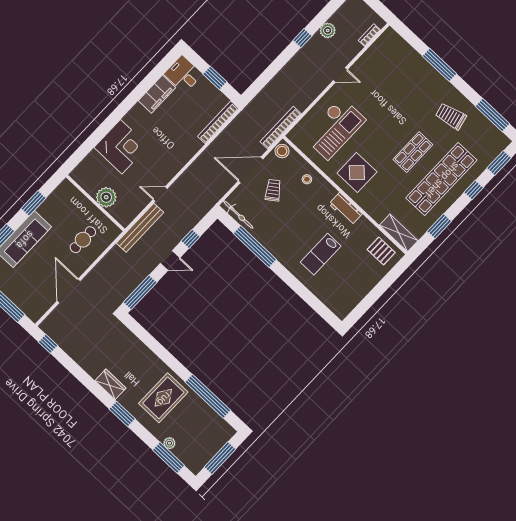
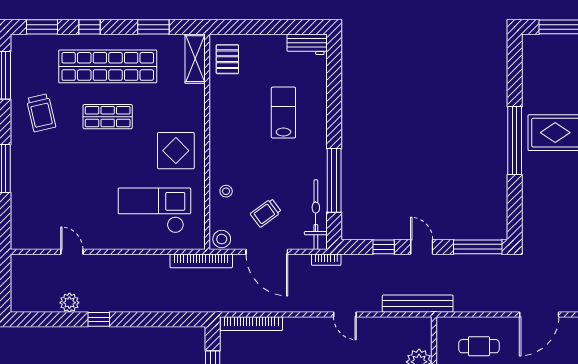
bookcase: (369, 35) -> (326, 260), moved
door: (340, 75) -> (72, 252), moved
door: (160, 194) -> (345, 314), moved
workbench: (346, 209) -> (307, 44), moved, turned 90
bicycle: (238, 214) -> (316, 215), width x1.37, depth x1.40
lab bench: (321, 254) -> (283, 113), turned -90
window: (208, 396) -> (515, 141), moved

